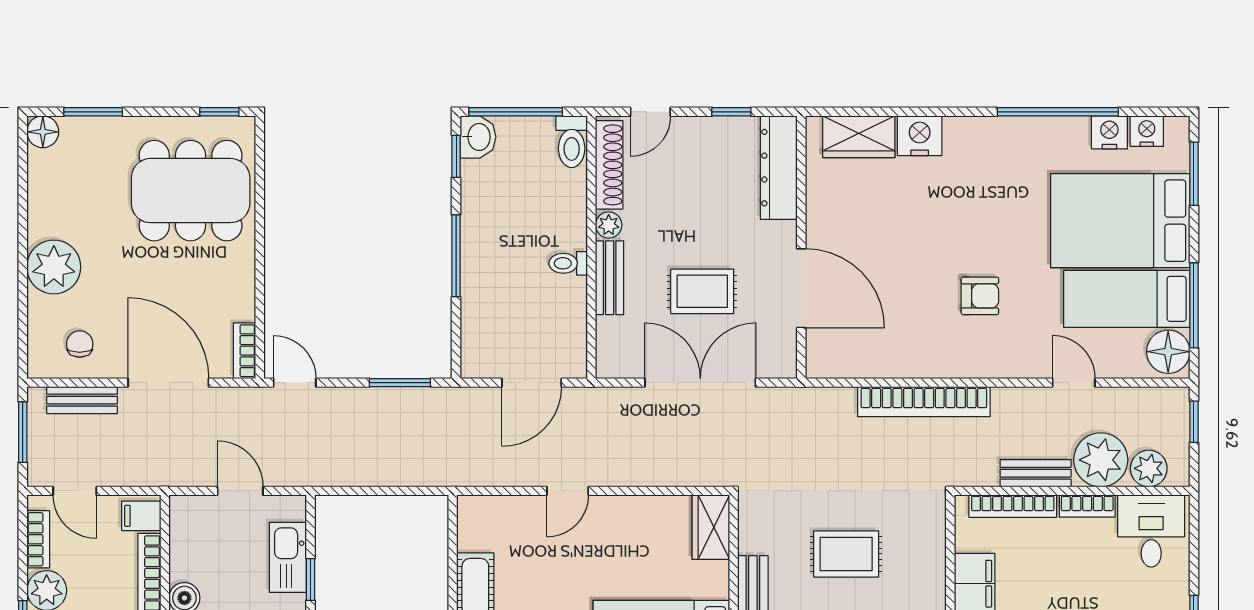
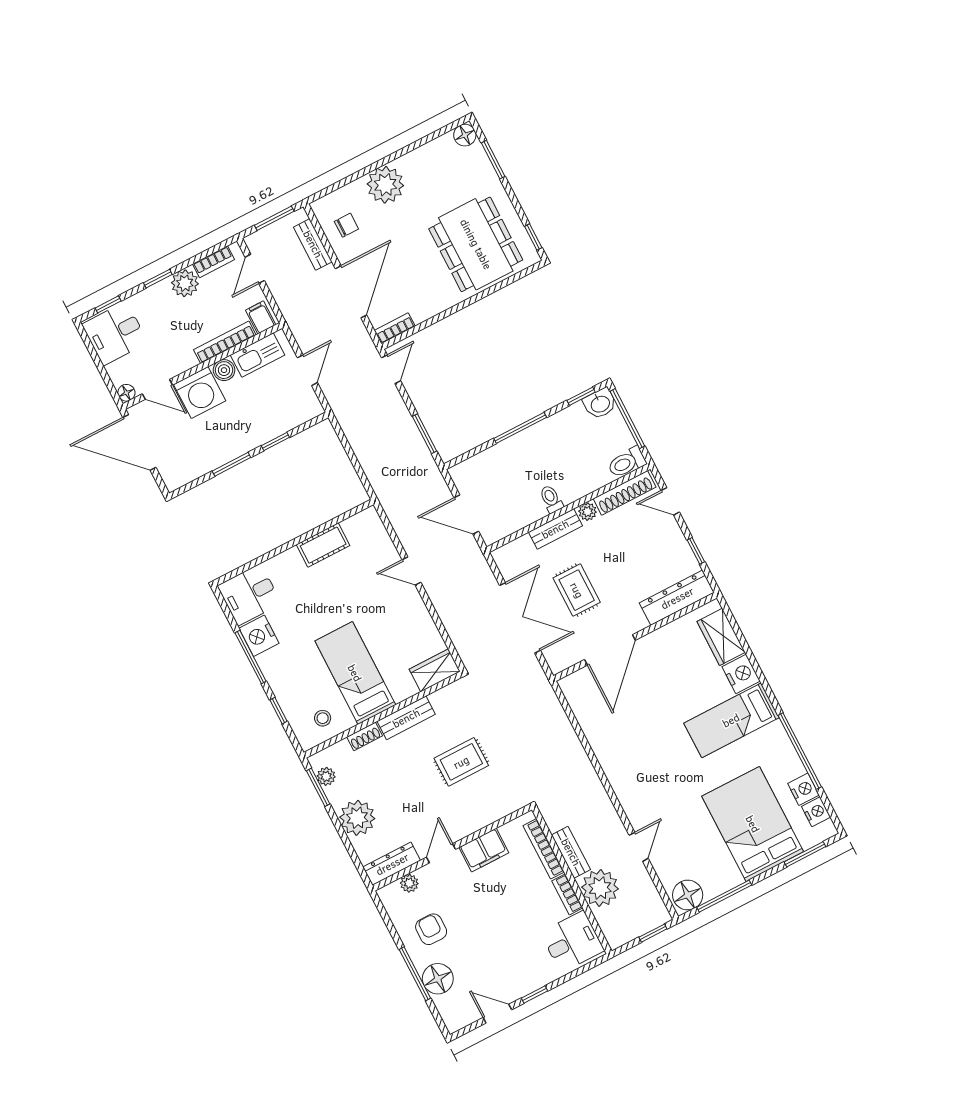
armchair: (980, 296) -> (662, 762), removed
bed: (1127, 299) -> (731, 720), moved, turned -90
bookcase: (924, 402) -> (579, 761), removed
plant: (1149, 468) -> (610, 920), removed
rug: (846, 554) -> (461, 762), turned 90
kitchen sink: (288, 557) -> (258, 355), moved, turned 180

